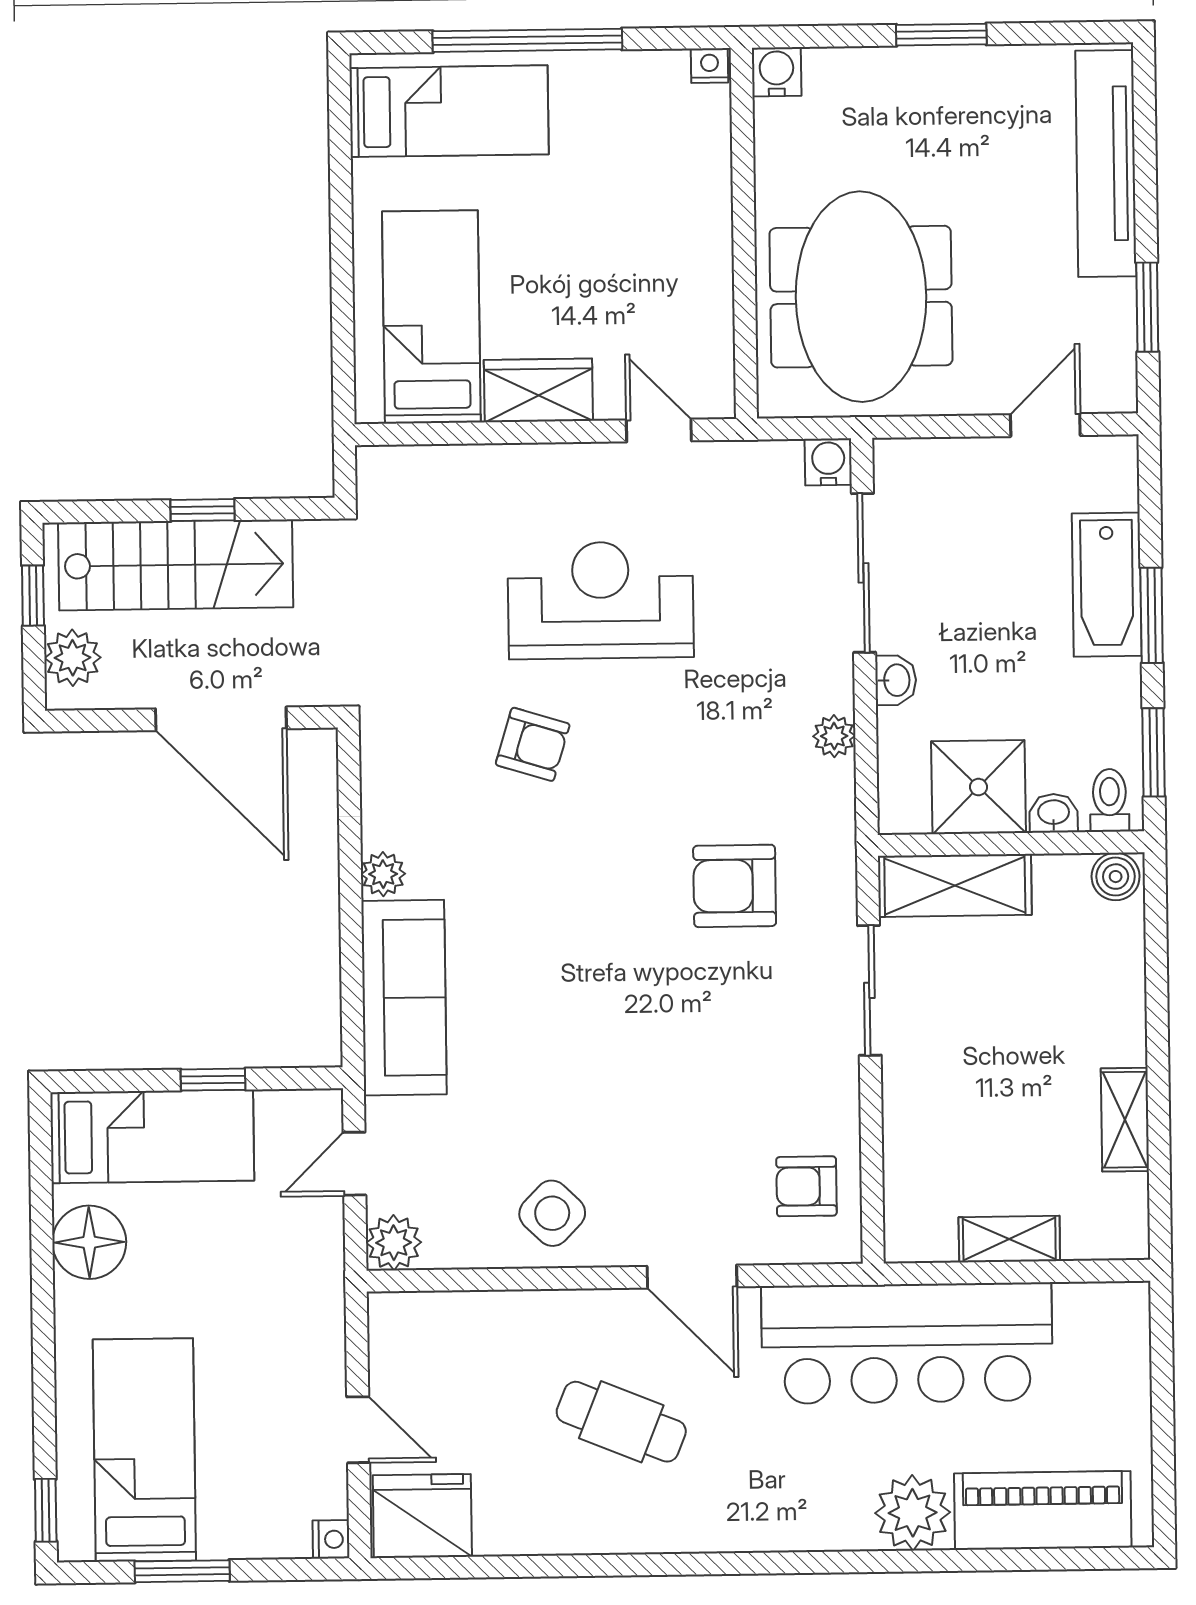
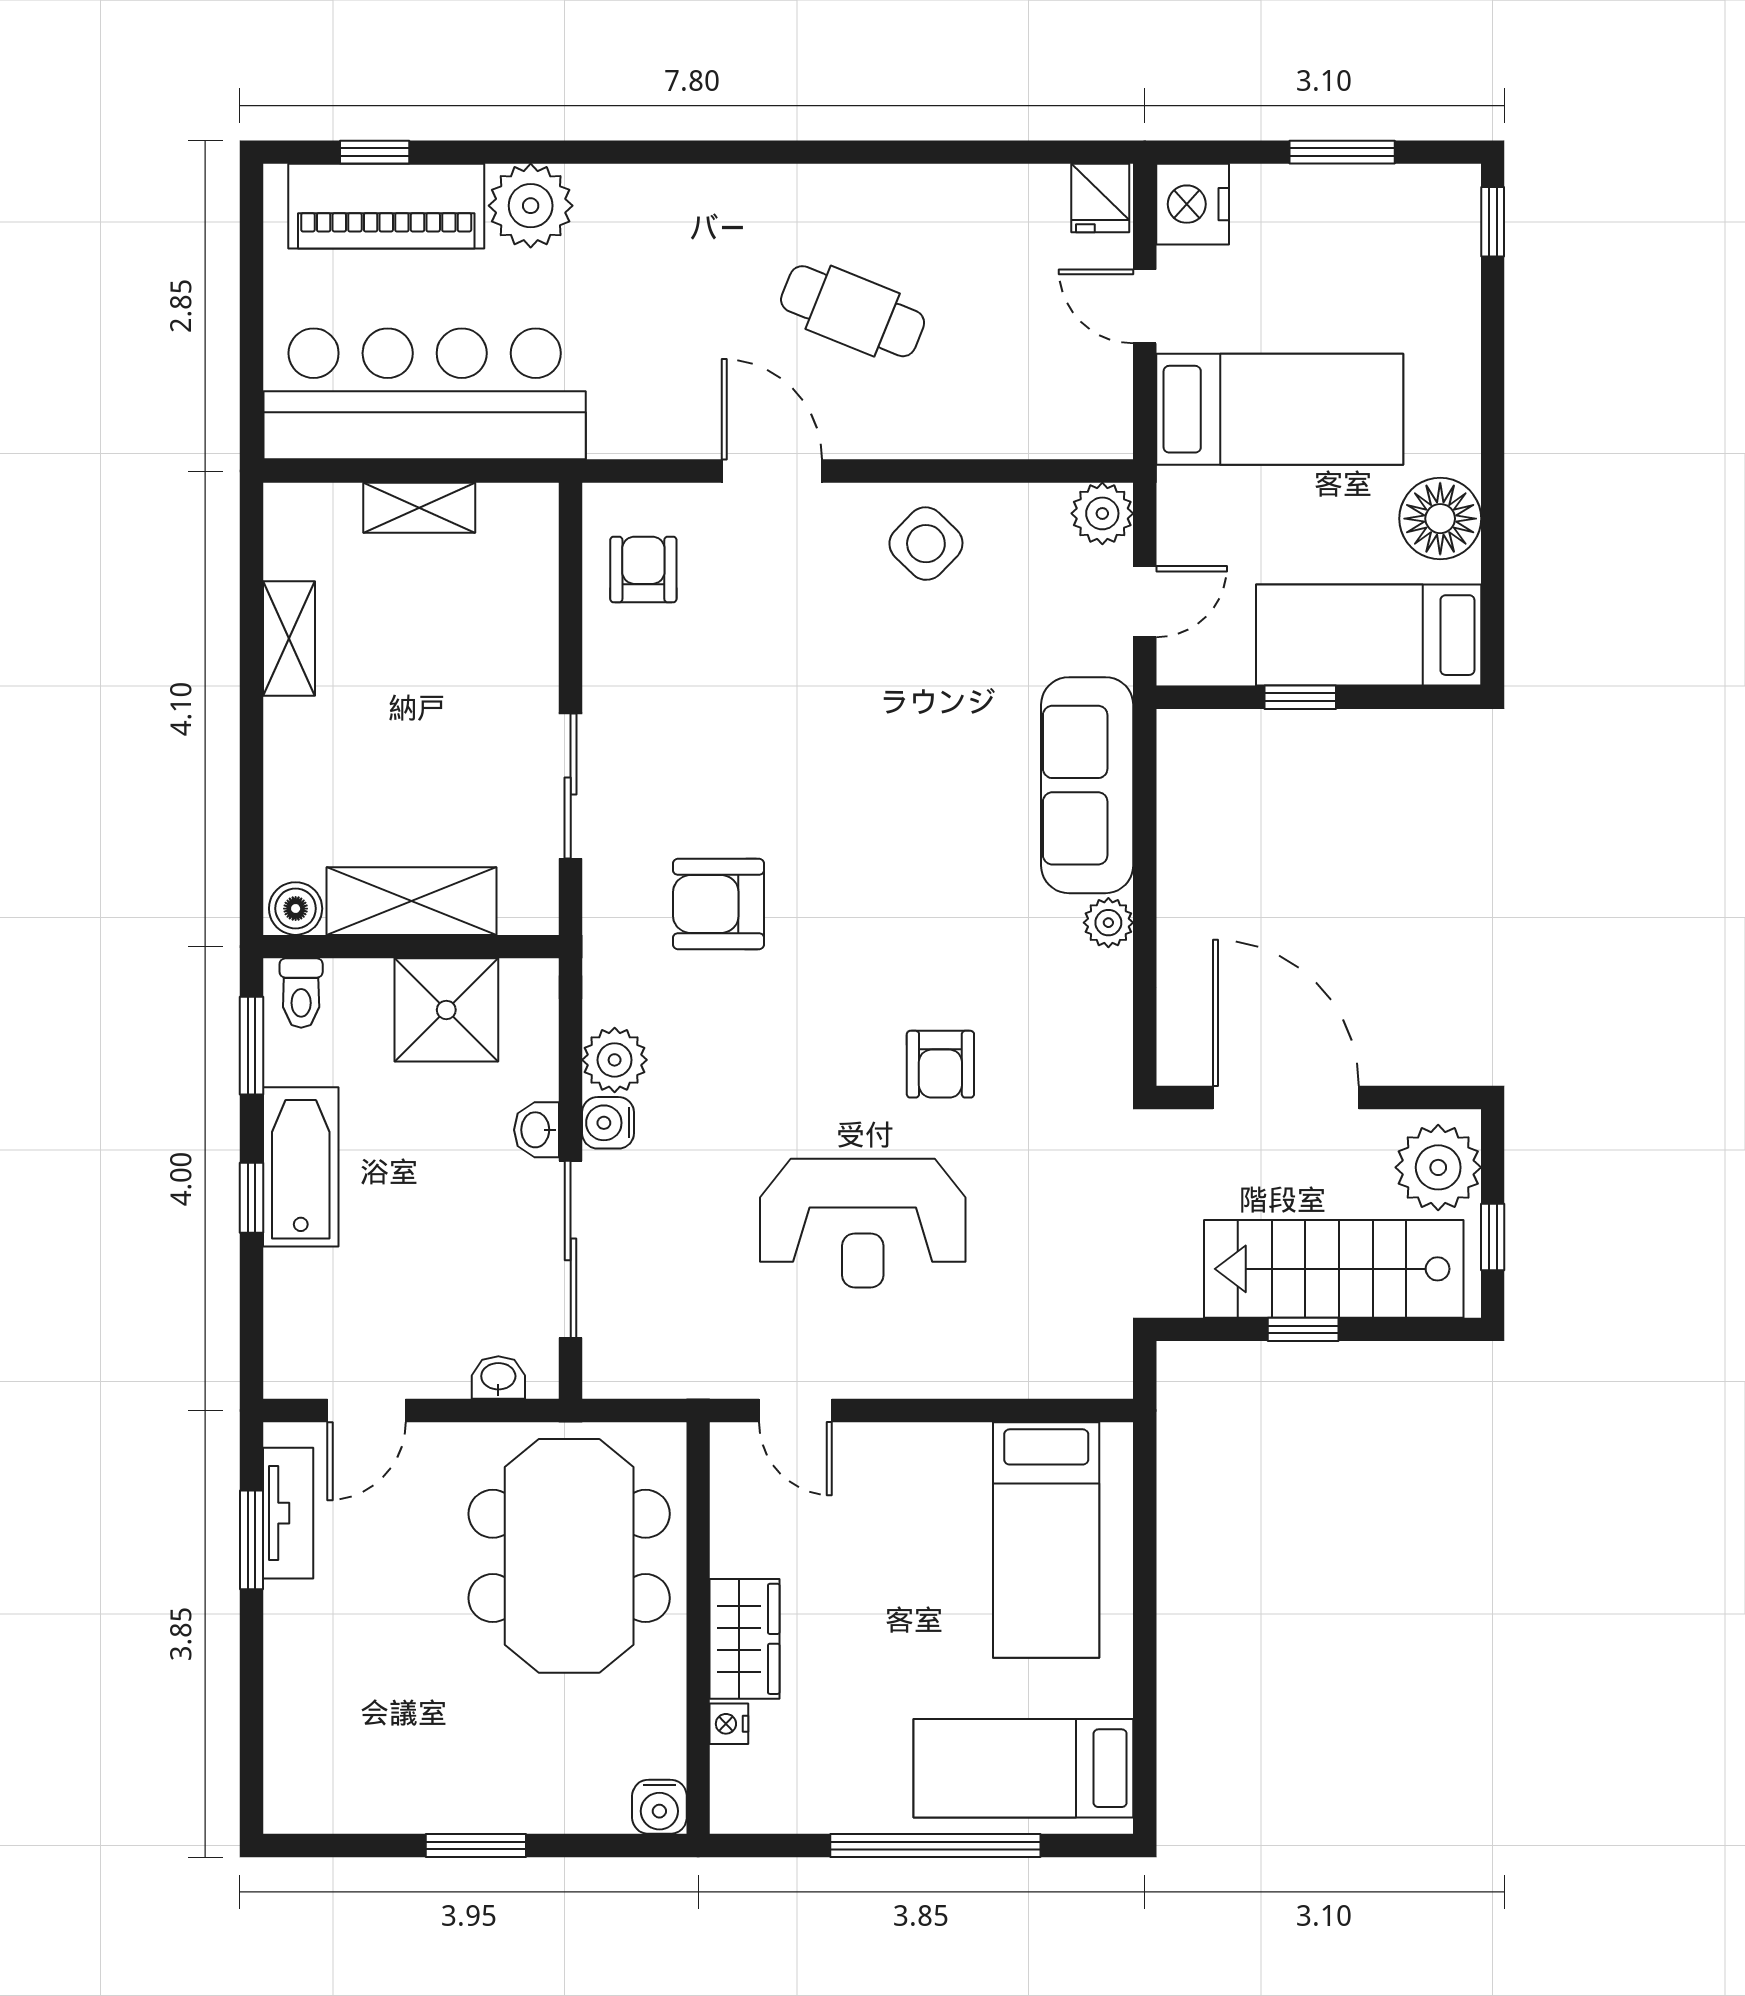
nightstand: (710, 66) -> (729, 1724), moved, turned 90
tv unit: (1106, 163) -> (288, 1513), moved, width x0.52, depth x0.78
wardrobe: (538, 390) -> (745, 1639), moved, turned -90
water cooler: (828, 462) -> (608, 1123), moved, turned 90
bathtub: (1107, 585) -> (301, 1167), moved
window: (1152, 615) -> (252, 1198), width x0.67
plant: (73, 658) -> (1438, 1167), width x1.36, depth x1.36
plant: (834, 736) -> (615, 1060), width x1.38, depth x1.38
armchair: (533, 744) -> (940, 1064), turned -107
washbasin: (1054, 813) -> (498, 1378), moved, turned 180
shelving: (955, 885) -> (412, 901), moved
armchair: (735, 886) -> (718, 904), turned 180
armchair: (806, 1186) -> (643, 570), turned -90
bar counter: (907, 1343) -> (425, 394), moved
bed: (144, 1450) -> (1280, 409), moved, turned -90
fridge: (422, 1516) -> (1100, 198), width x0.53, depth x0.75
nightstand: (331, 1539) -> (1193, 204), width x1.89, depth x1.79
window: (1054, 1559) -> (375, 152), added

